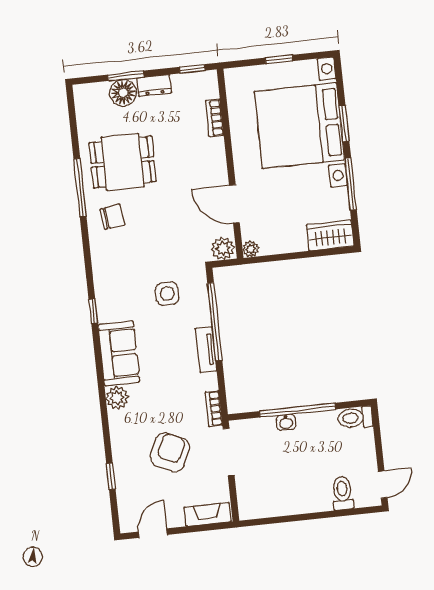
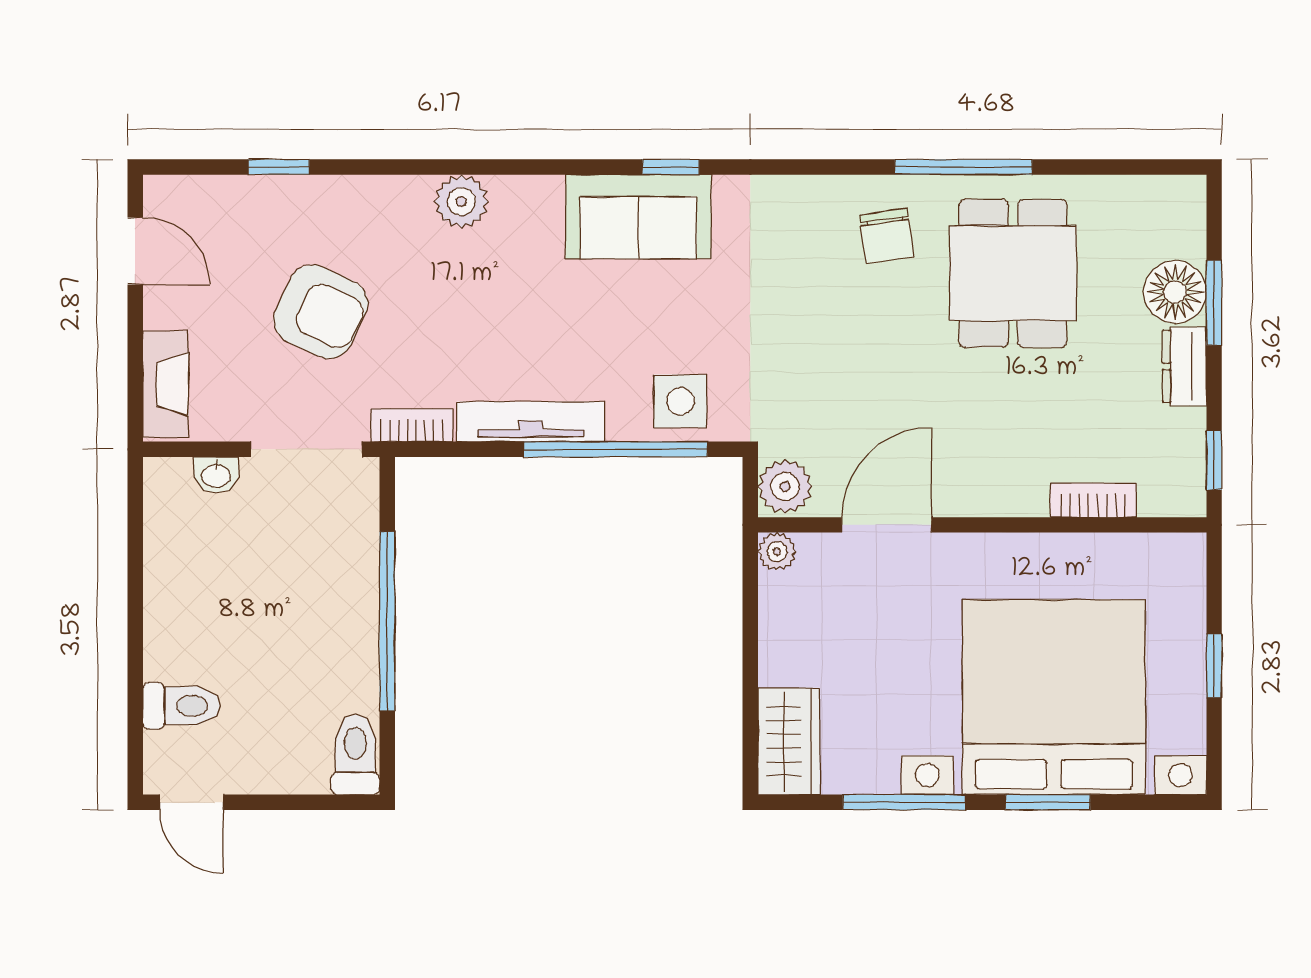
side table: (167, 294) -> (680, 401), moved
tv unit: (206, 350) -> (531, 422), width x1.41
sofa: (119, 353) -> (638, 217), moved
washbasin: (286, 422) -> (216, 475), moved, turned -90

